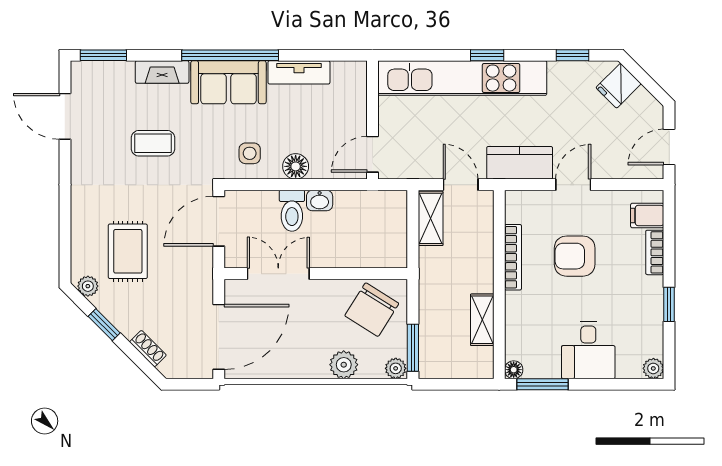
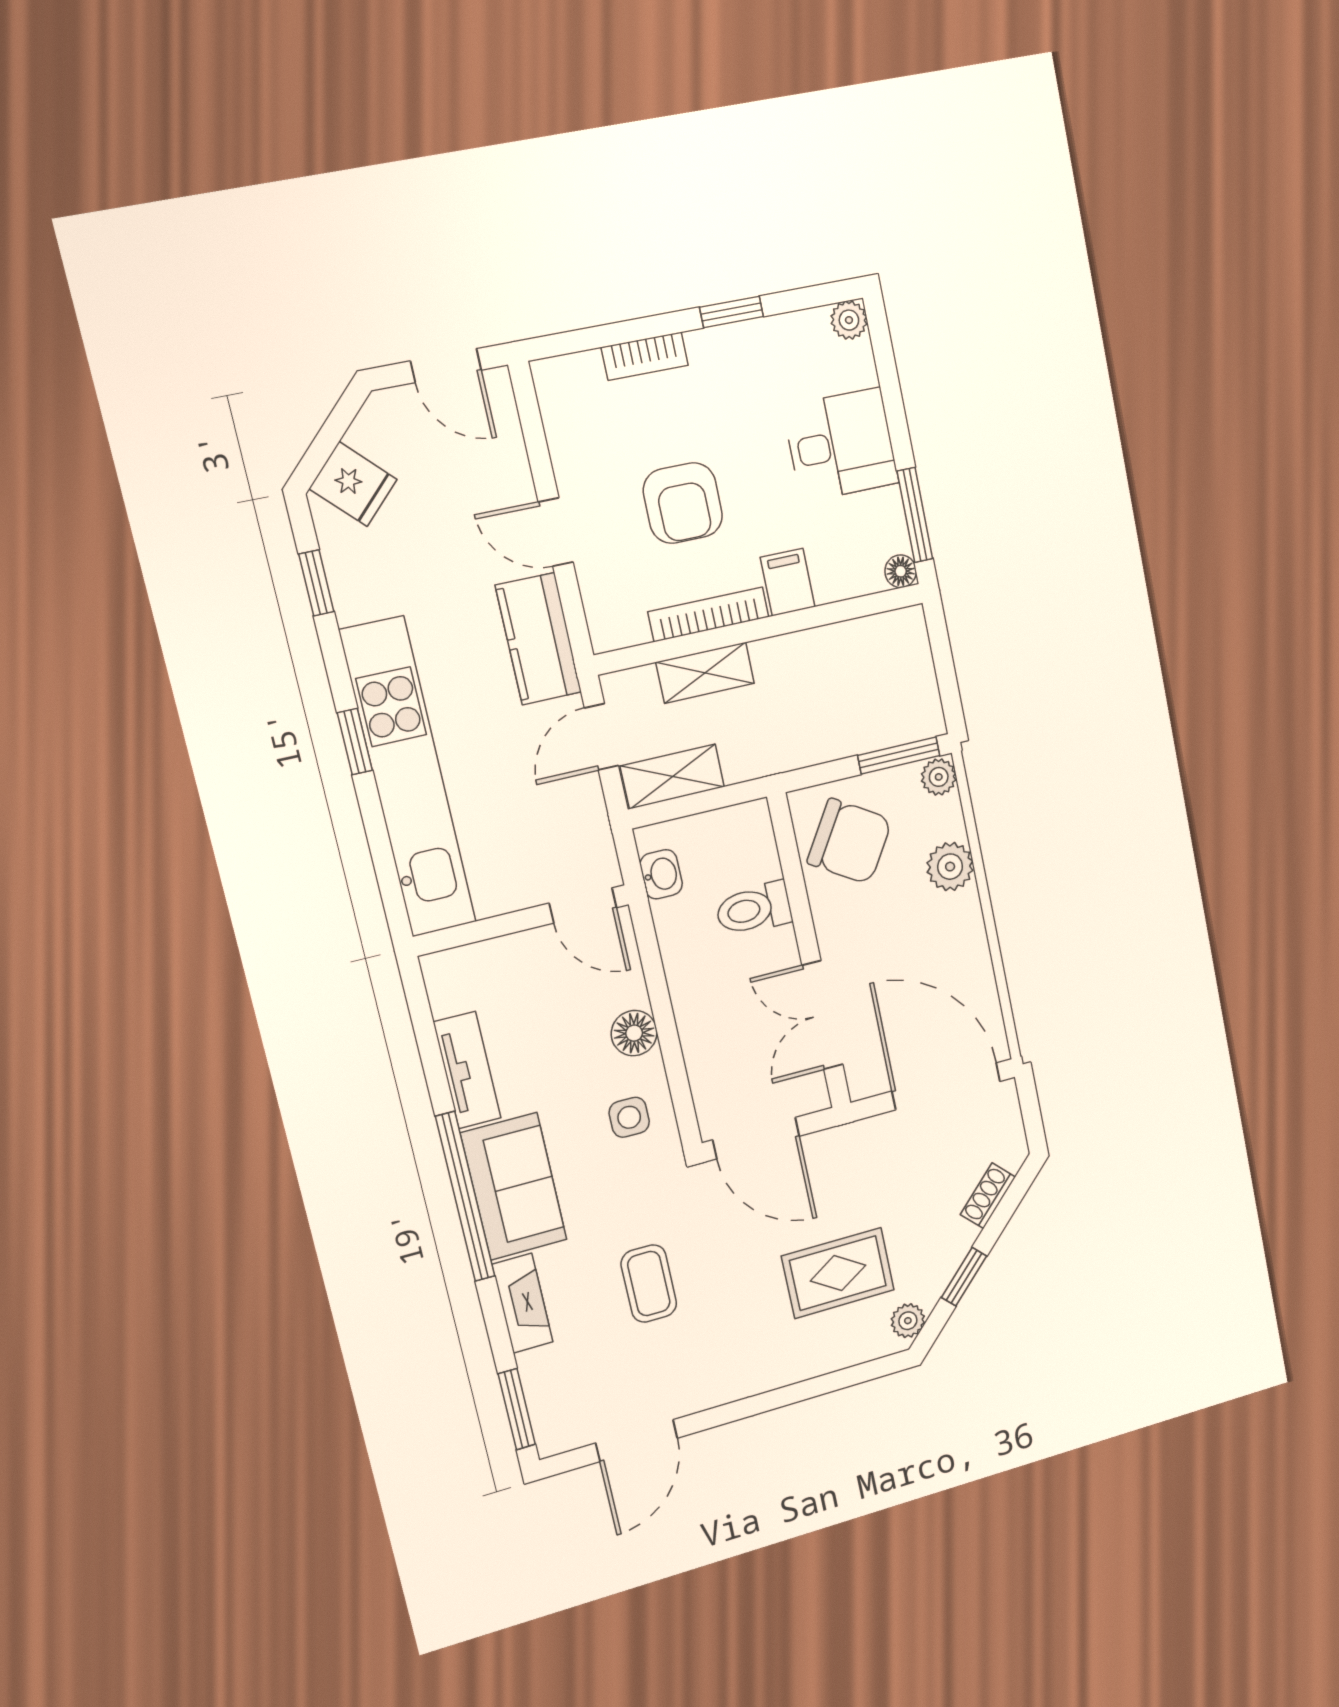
washbasin: (320, 200) -> (661, 874), moved
toilet: (292, 211) -> (754, 909), moved, turned 180
filing cabinet: (647, 215) -> (788, 582), moved, turned 180
shelving: (482, 320) -> (705, 673), moved

